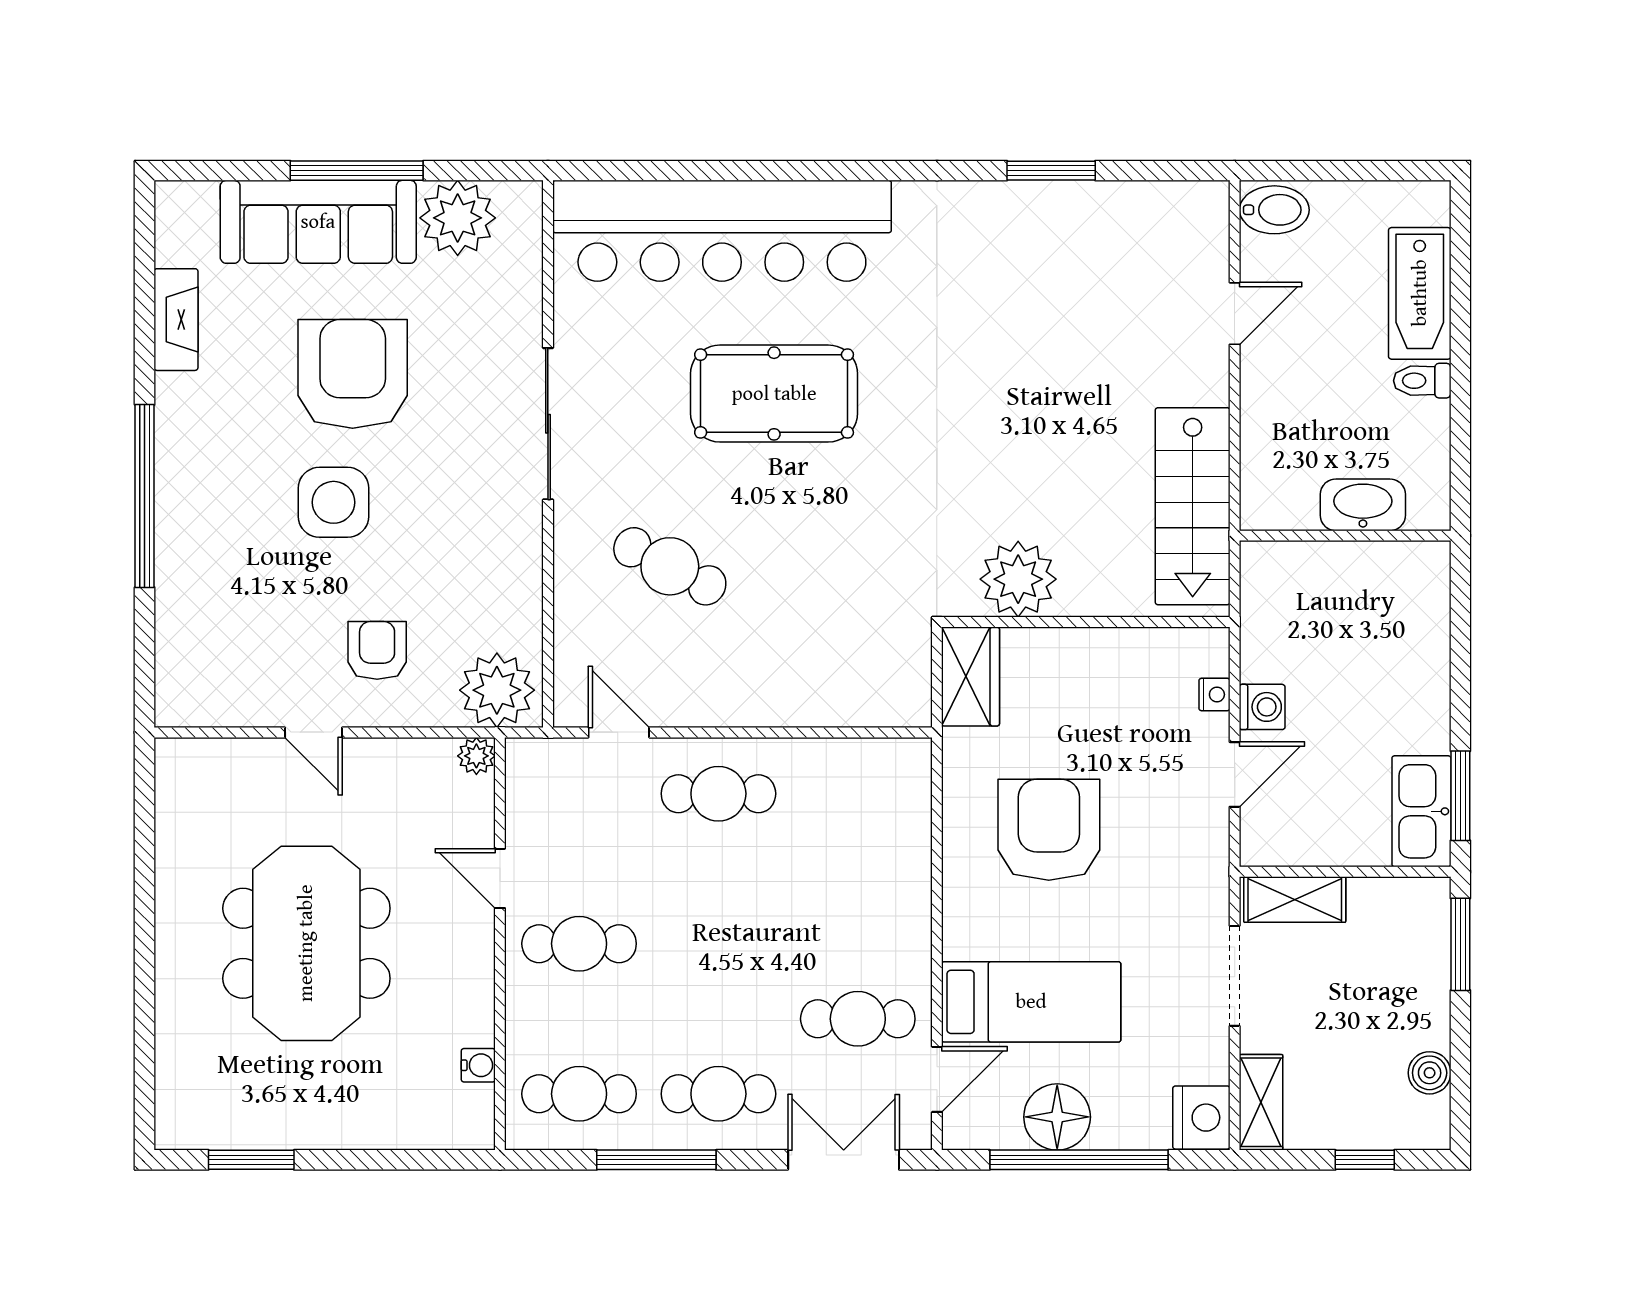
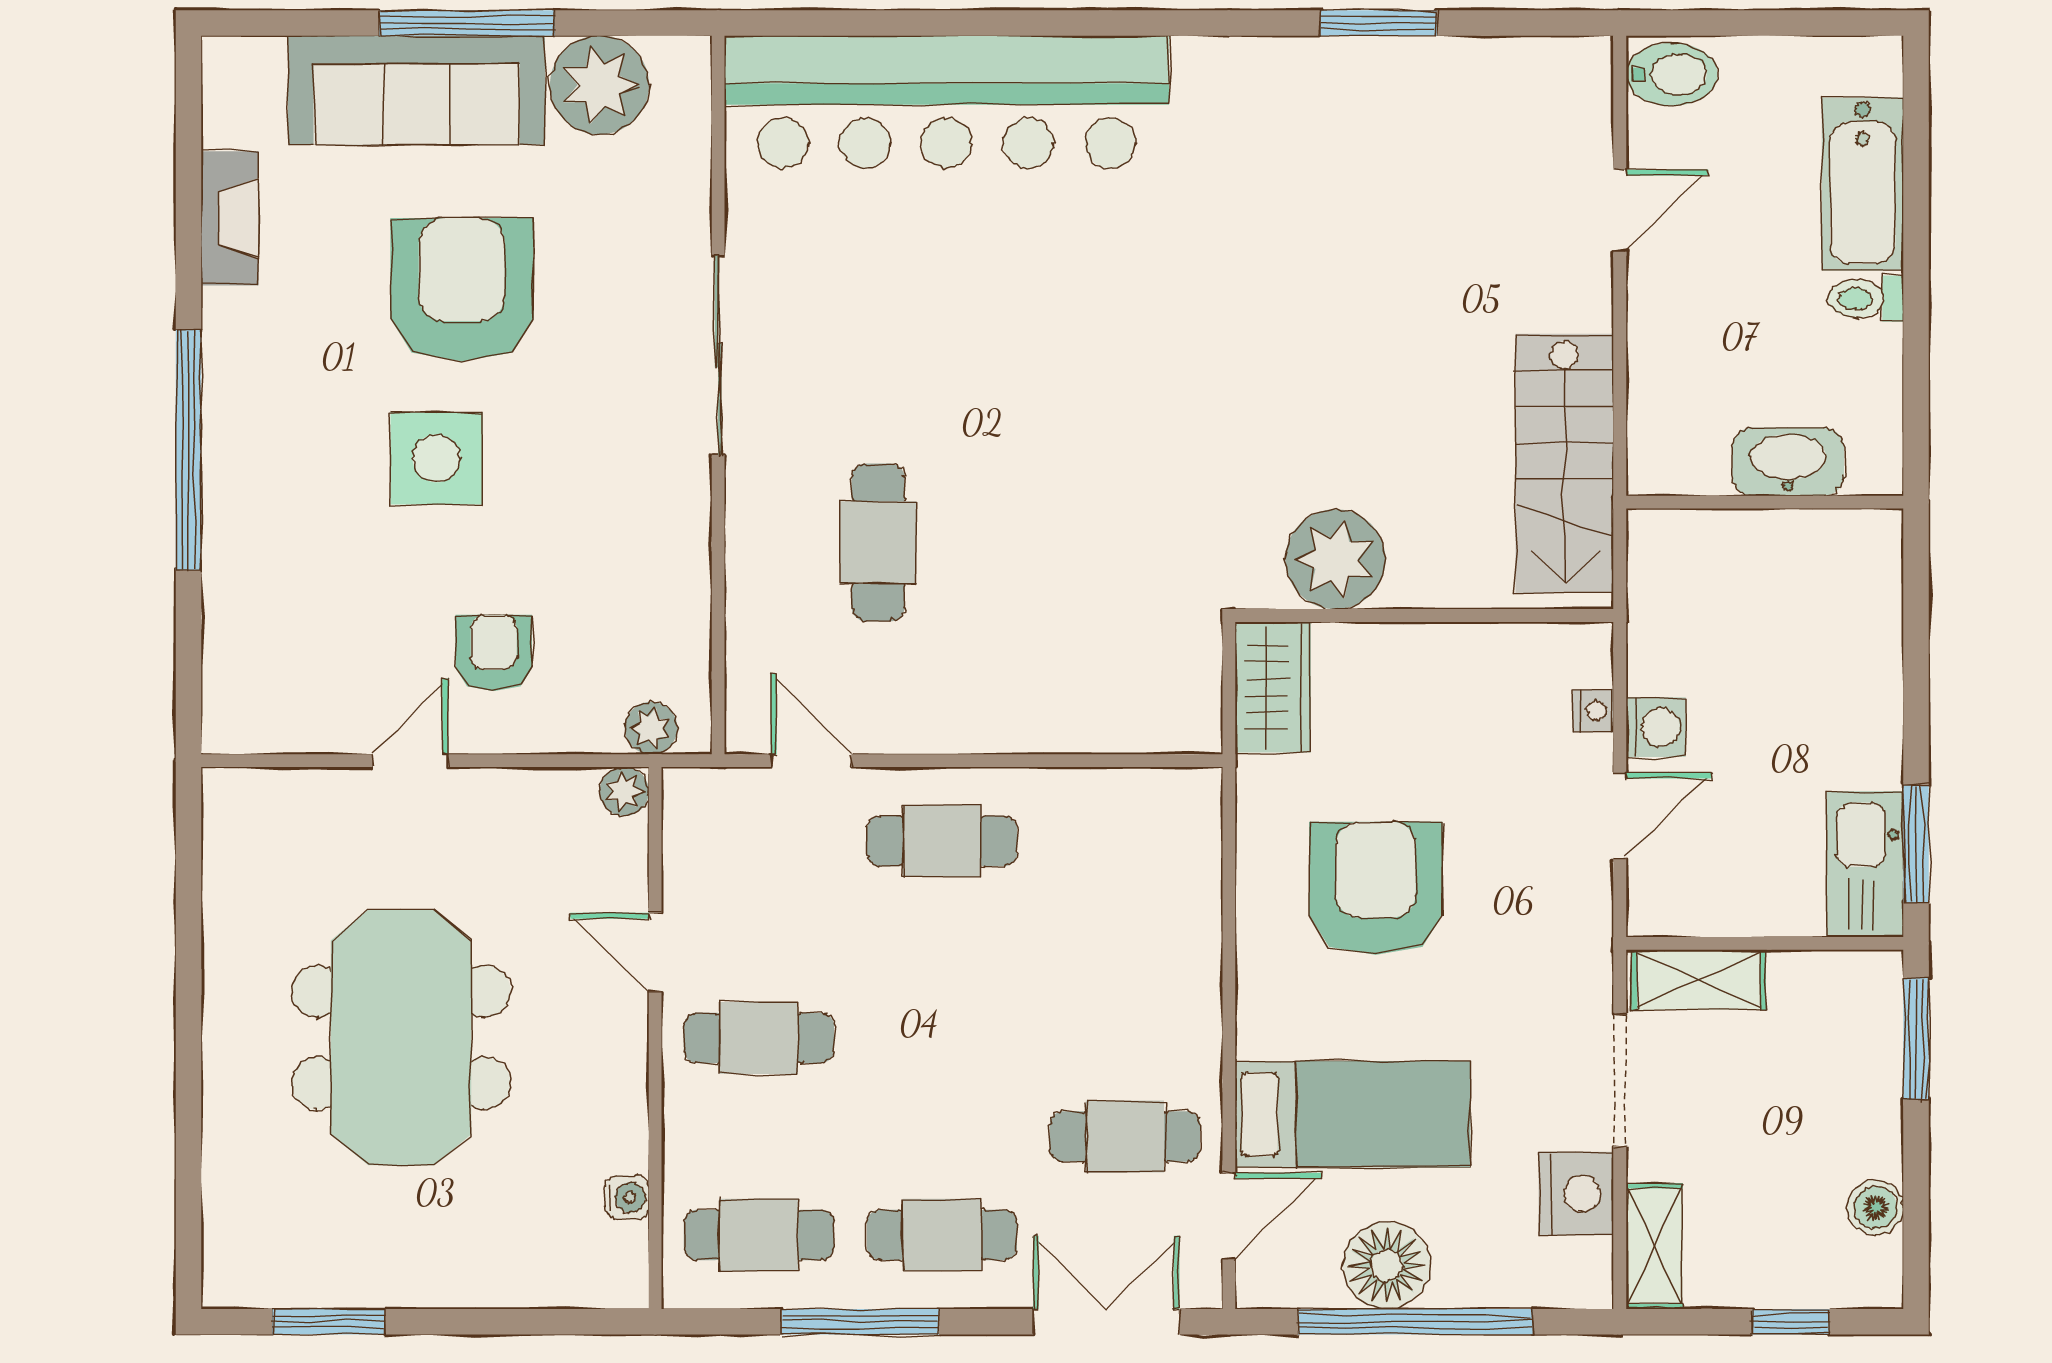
pool table: (774, 394) -> (1015, 316), removed
cafe table: (670, 566) -> (878, 542), turned 63
plant: (497, 690) -> (651, 728), width x0.53, depth x0.53
door: (313, 732) -> (410, 761), swing flipped
nightstand: (1201, 1118) -> (1576, 1194), moved

